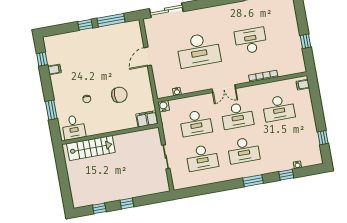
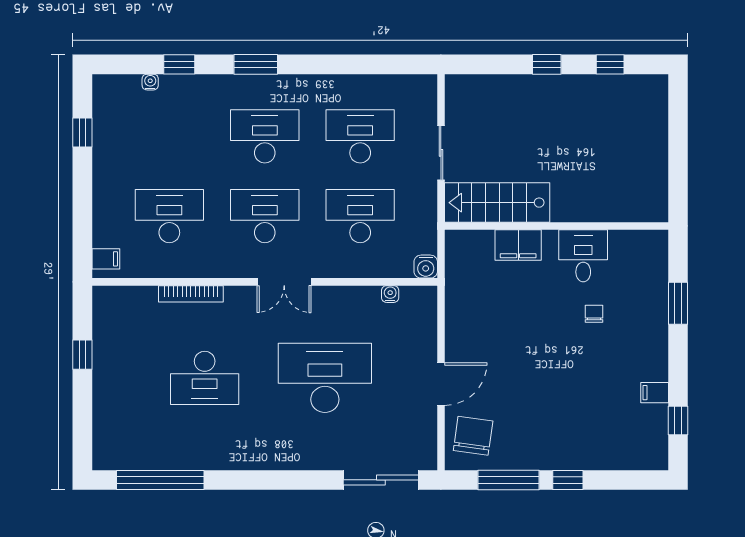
double door: (224, 89) -> (284, 282), swing flipped
chair: (119, 95) -> (473, 436), moved, turned 98
filing cabinet: (147, 119) -> (518, 245), moved
desk: (74, 127) -> (583, 256), moved
stairs: (91, 148) -> (497, 203), moved

